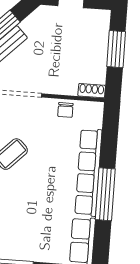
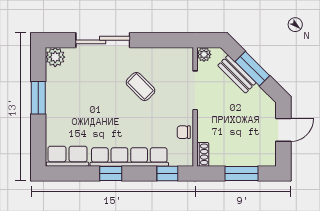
window: (110, 132) -> (167, 173), added
window: (105, 194) -> (111, 173), width x0.46

